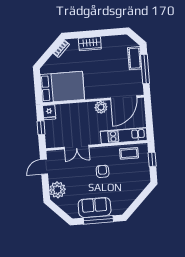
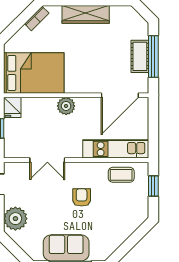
wardrobe: (90, 44) -> (86, 14), width x1.50
cot: (135, 58) -> (140, 56), moved
plant: (101, 107) -> (66, 106), moved

